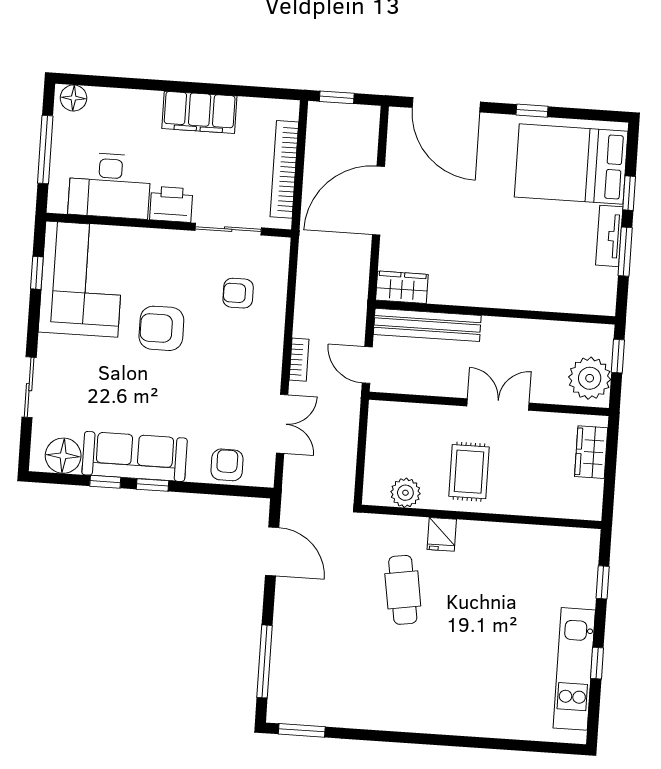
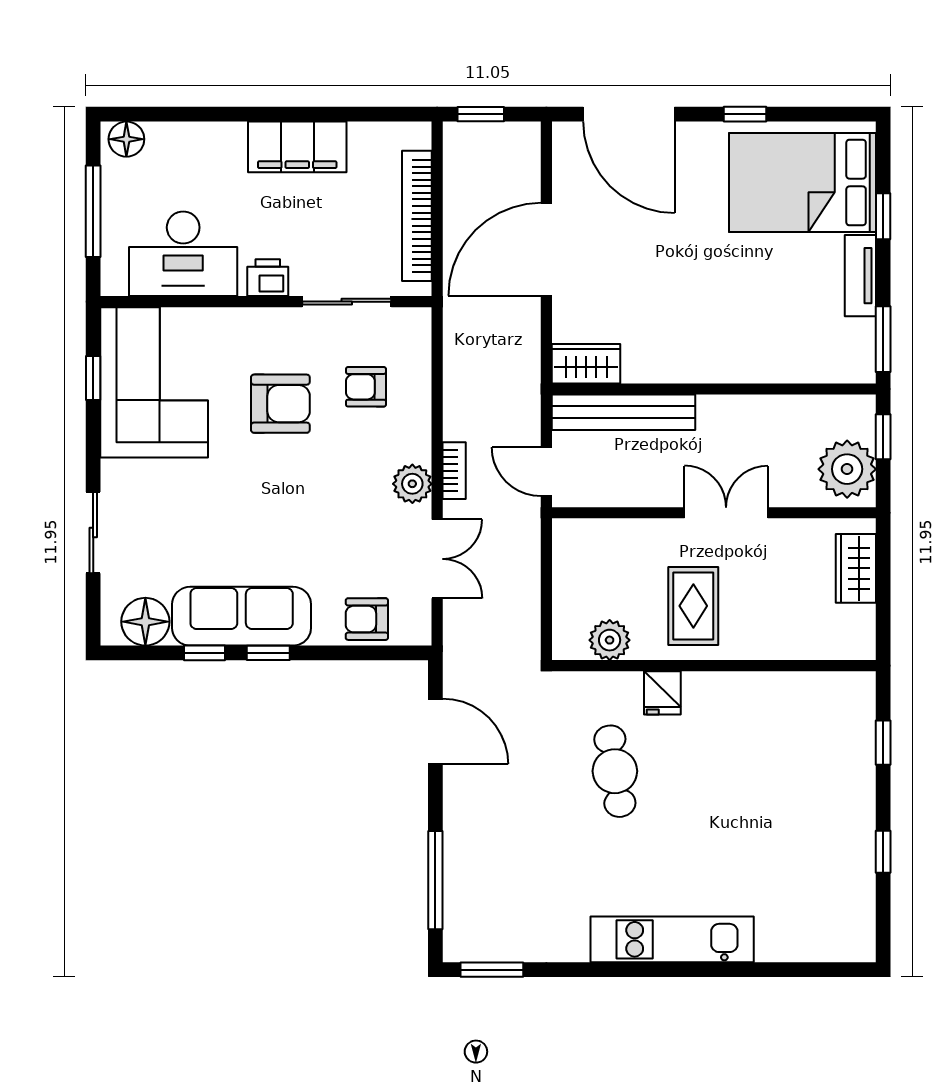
printer: (171, 204) -> (268, 278), width x0.73, depth x0.81
window: (625, 252) -> (883, 339), moved
armchair: (161, 328) -> (280, 404), moved, turned 180
plant: (267, 367) -> (412, 484), added
armchair: (227, 465) -> (367, 619), turned -90
kitchen unit: (574, 669) -> (672, 939), moved, turned 90

